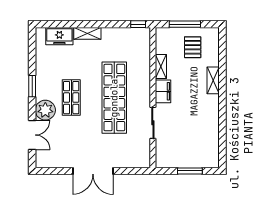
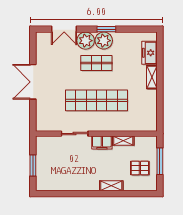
window: (138, 24) -> (160, 121), removed
plant: (45, 89) -> (104, 41), added

